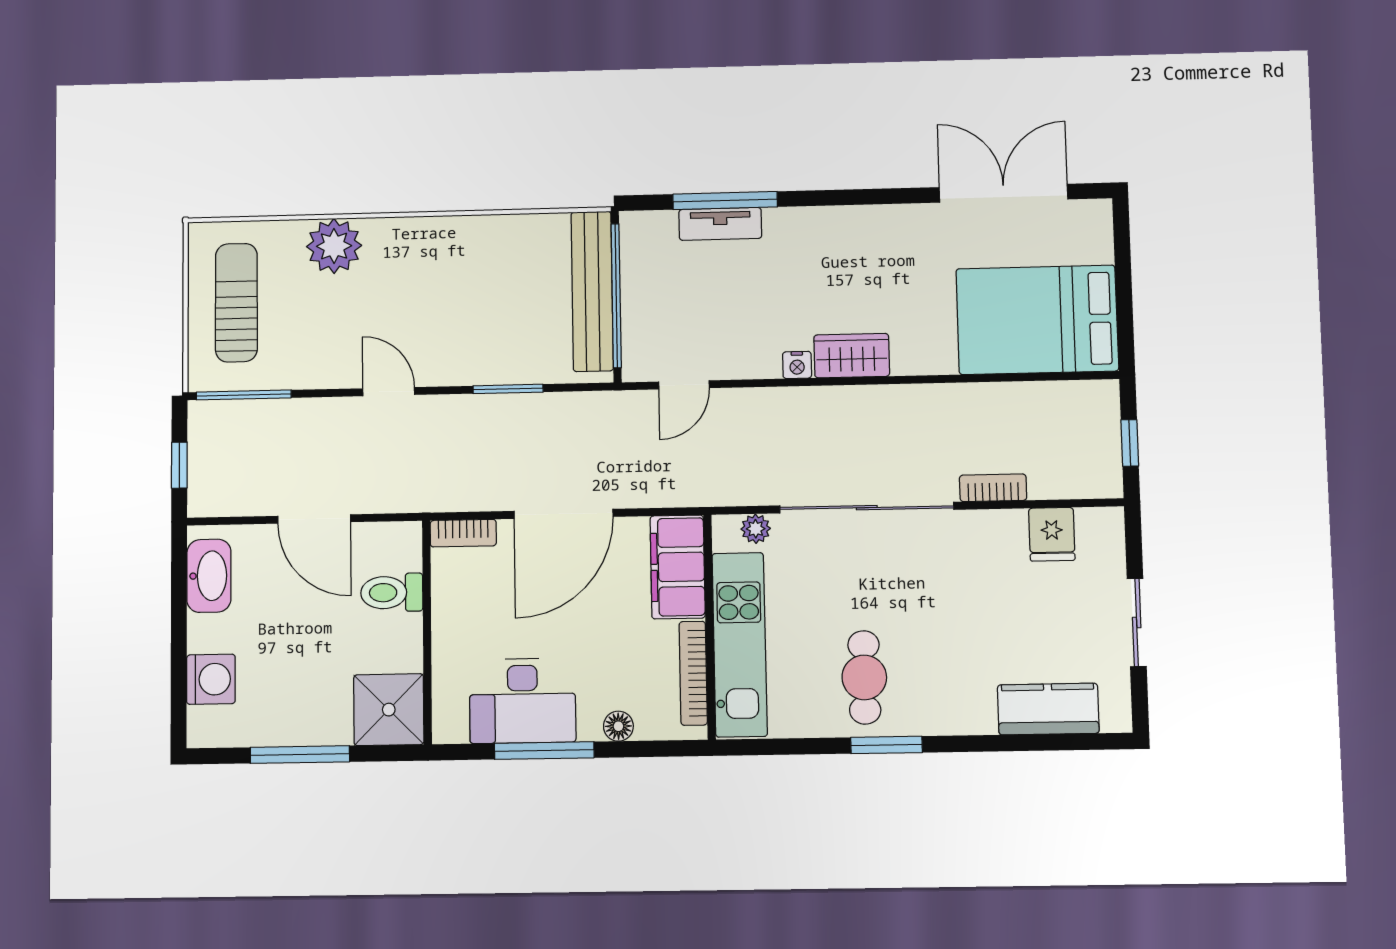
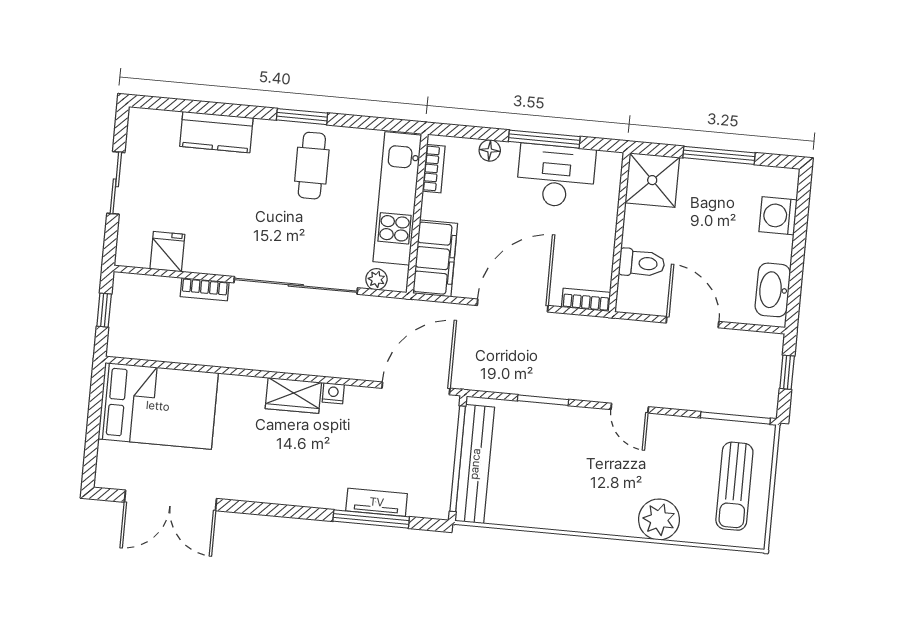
door: (684, 385) -> (416, 388), width x1.88
bookcase: (693, 673) -> (434, 169), width x0.64
kitchen counter: (1048, 709) -> (216, 132), moved

